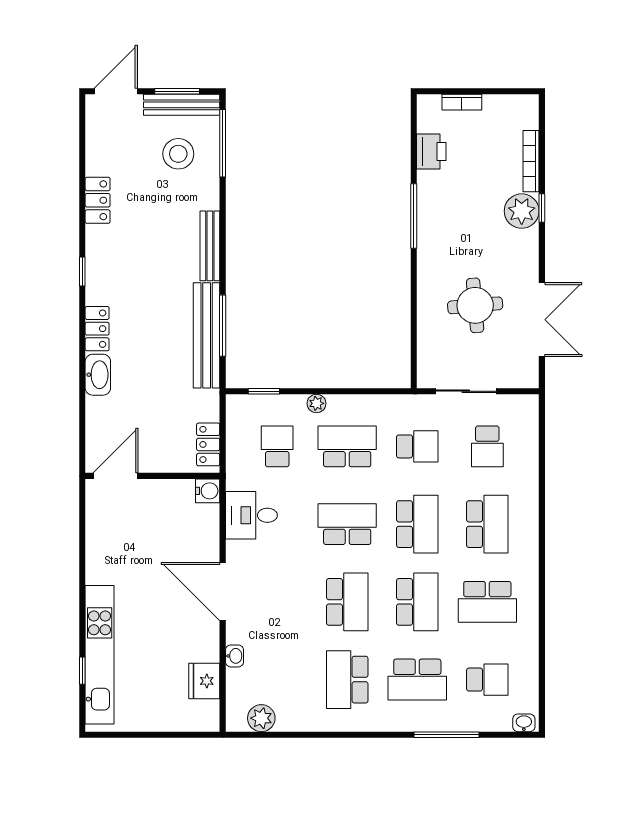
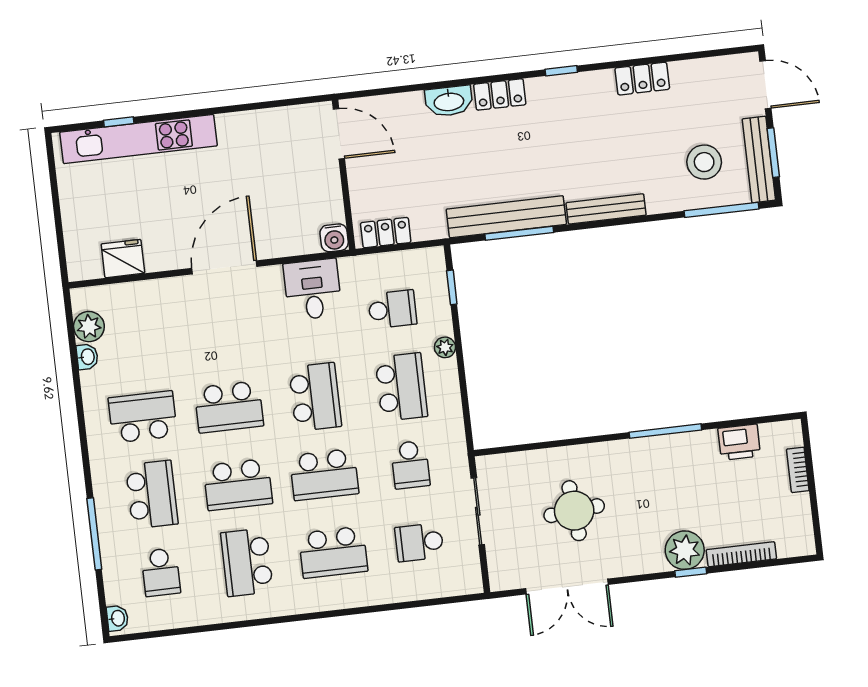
washbasin: (234, 656) -> (87, 357), moved, turned -90
school desk: (417, 680) -> (152, 495), turned 180

